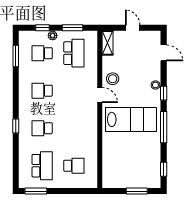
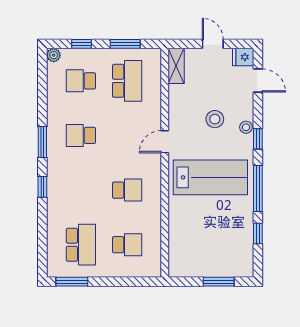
plant: (53, 35) -> (54, 55), moved
fridge: (154, 37) -> (243, 57), added
window: (16, 56) -> (42, 142), moved
stool: (113, 79) -> (215, 119), moved
door: (100, 95) -> (165, 142), swing flipped
school desk: (42, 128) -> (127, 190), moved, turned 180
window: (164, 169) -> (258, 233), moved

